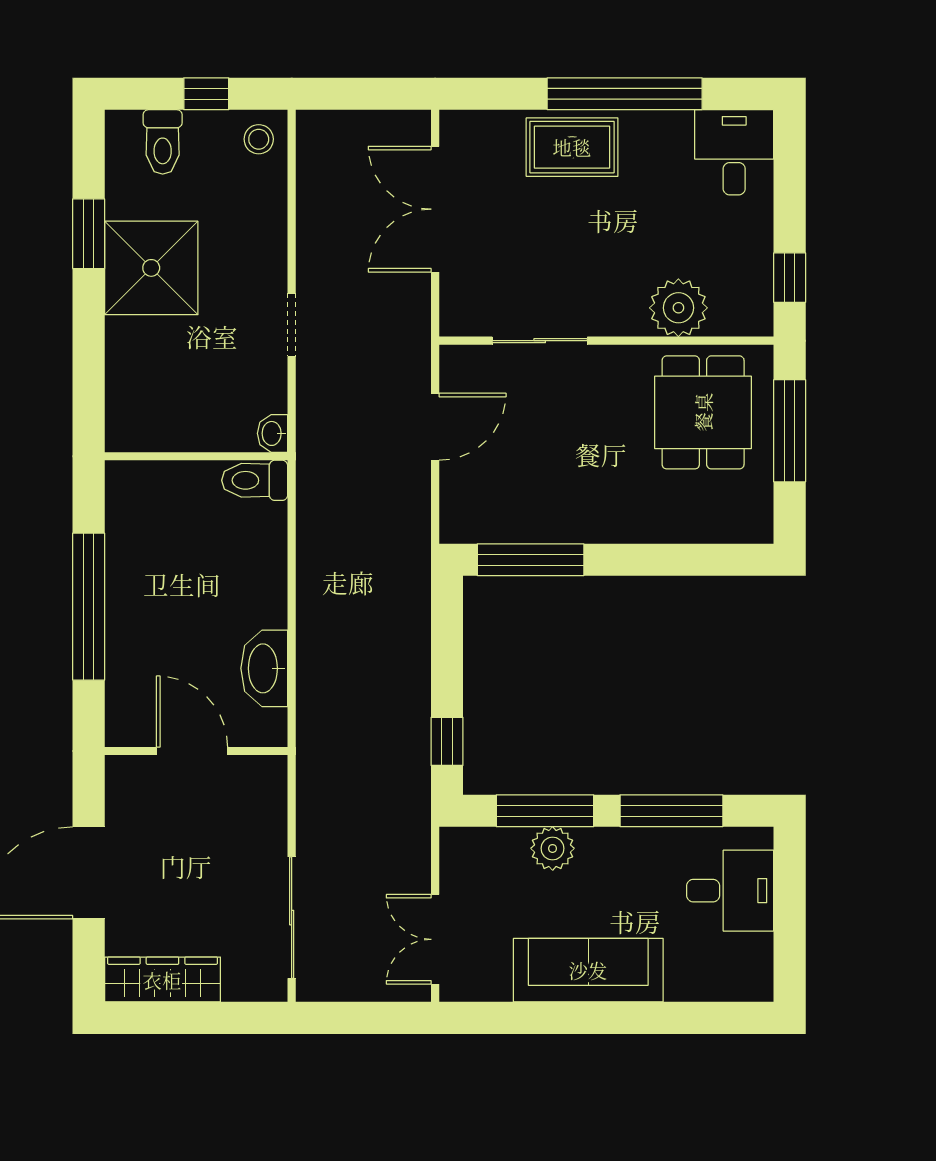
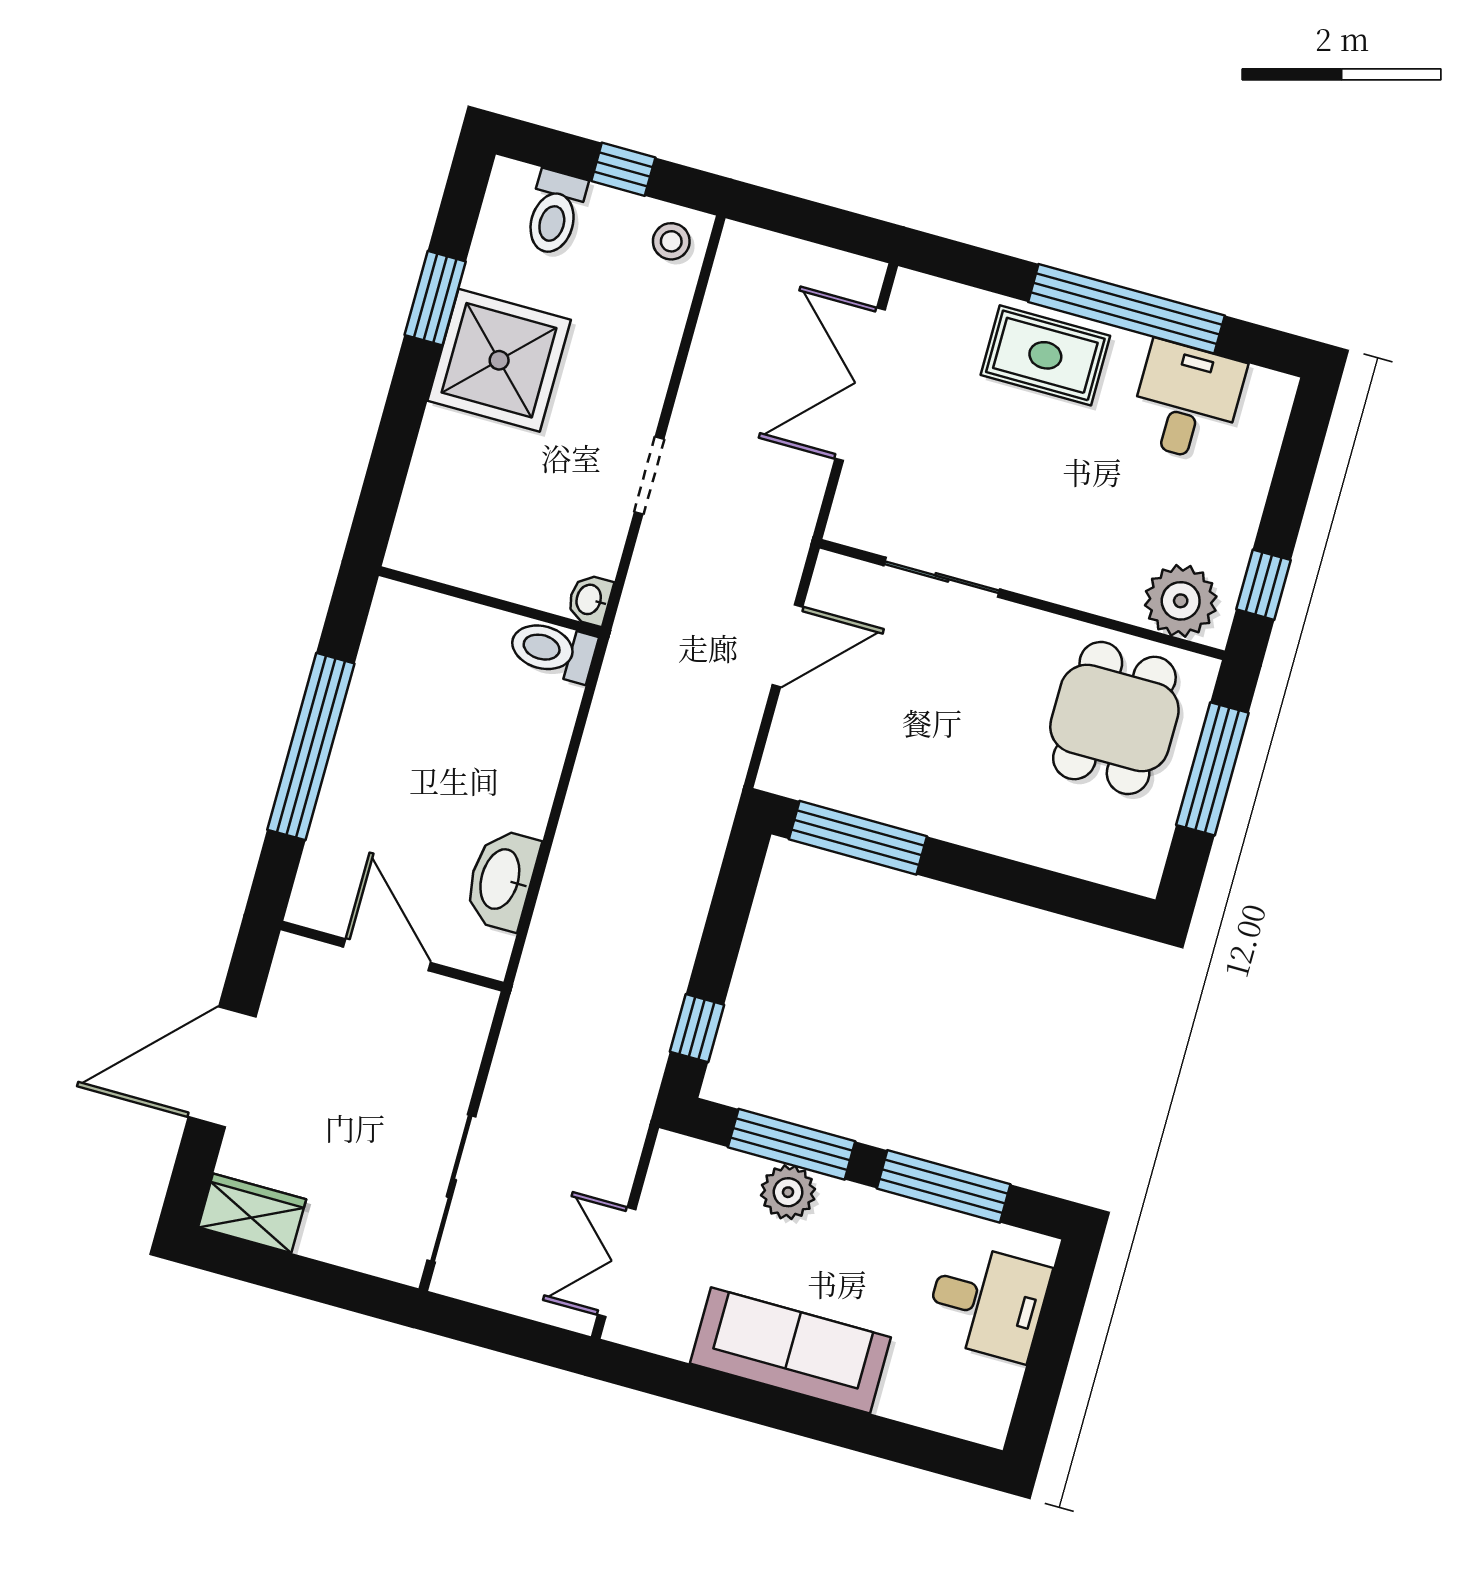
desk: (734, 152) -> (1187, 401), moved
plant: (678, 308) -> (1181, 601), moved
wardrobe: (162, 980) -> (252, 1213), width x0.67

